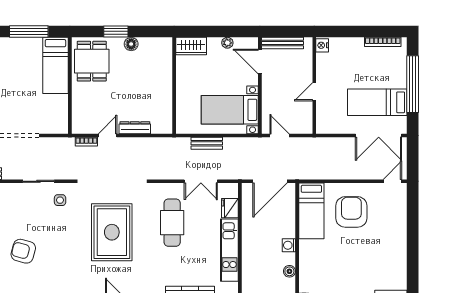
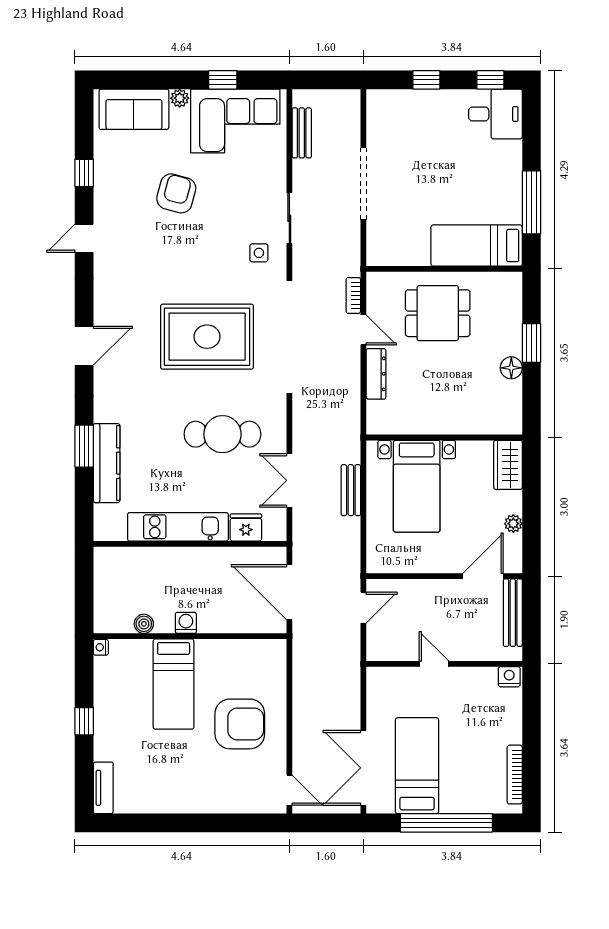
dining table: (92, 61) -> (438, 313), moved
bed with nightstands: (230, 110) -> (417, 486), moved, turned 180
bed: (311, 211) -> (174, 684), moved, turned -90

